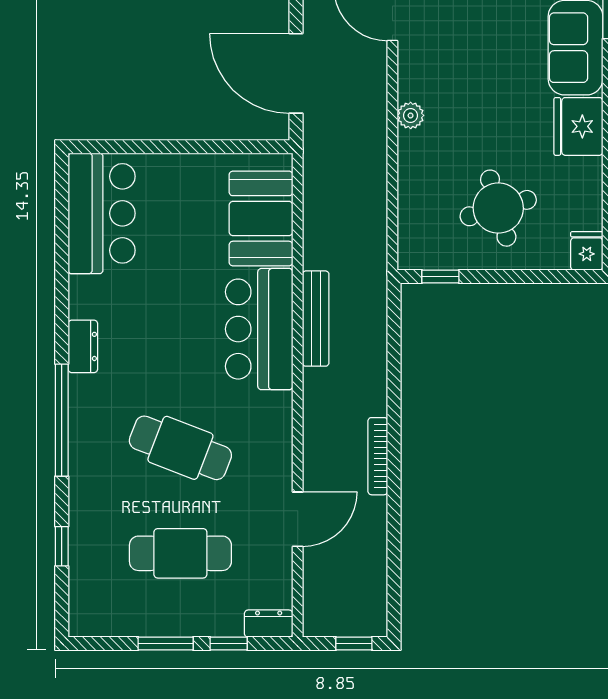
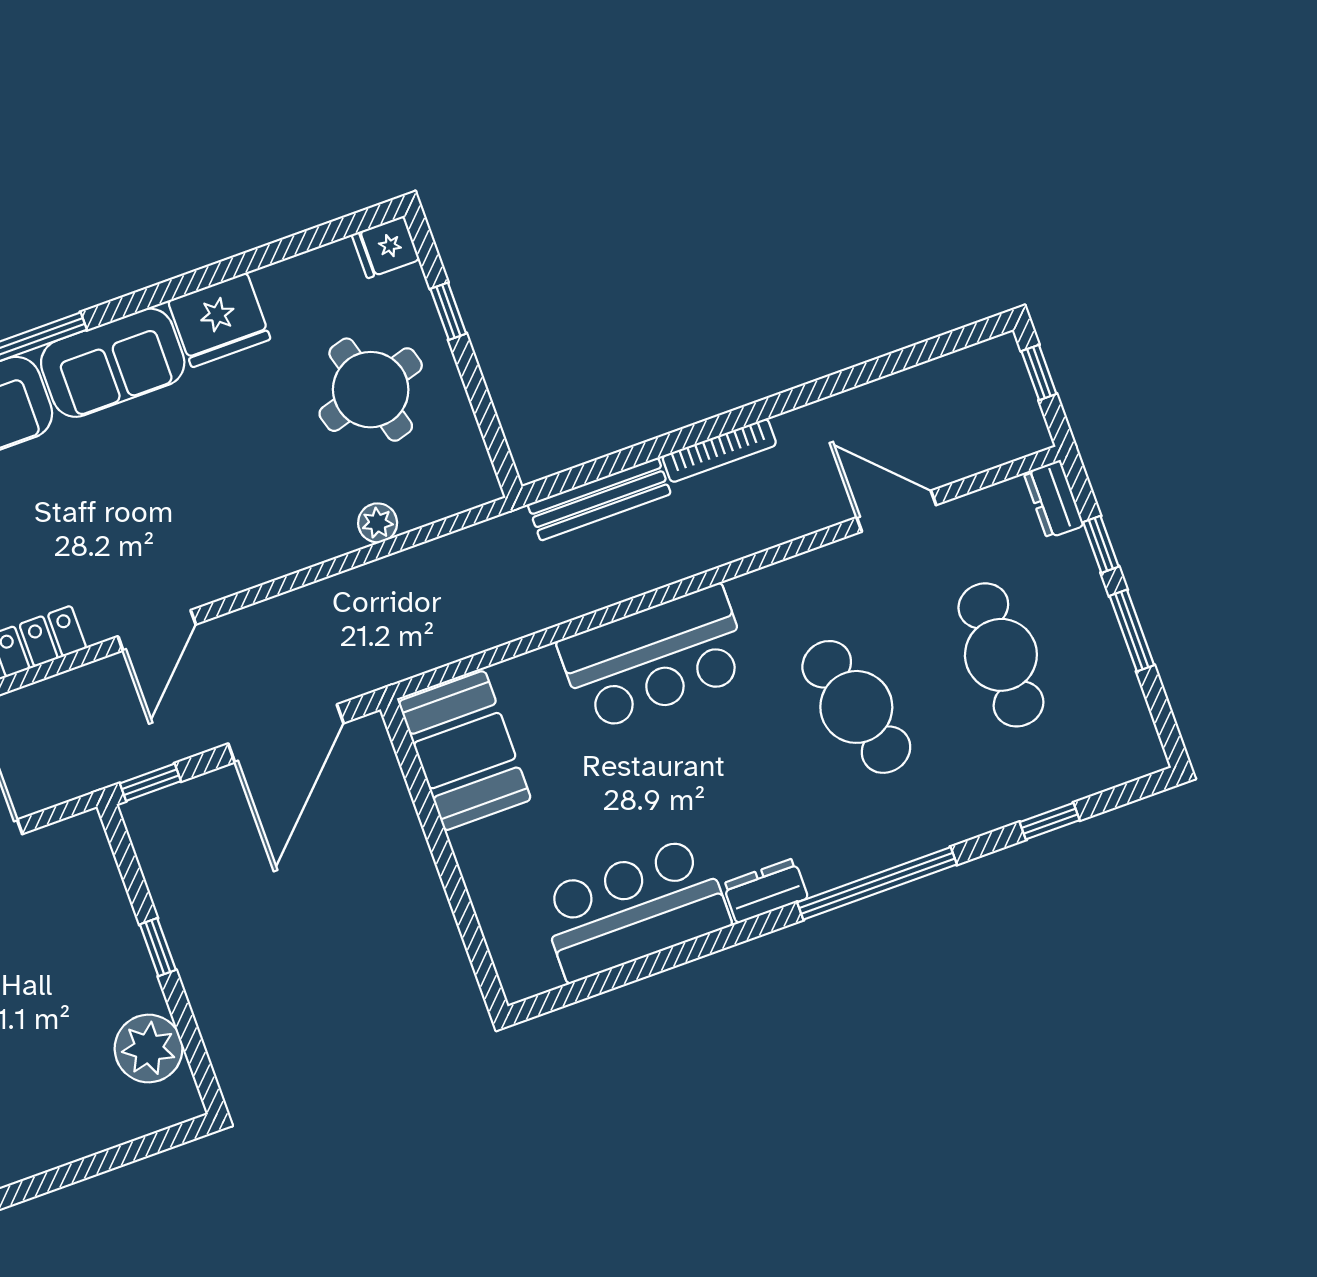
plant: (411, 115) -> (378, 523), moved
bar counter: (102, 213) -> (634, 909), moved
booth: (261, 218) -> (465, 751), moved, turned 90
window: (440, 276) -> (448, 311), moved
bench: (316, 319) -> (599, 499), moved
cafe table: (180, 448) -> (856, 707), turned -36
bookcase: (378, 456) -> (719, 451), moved

